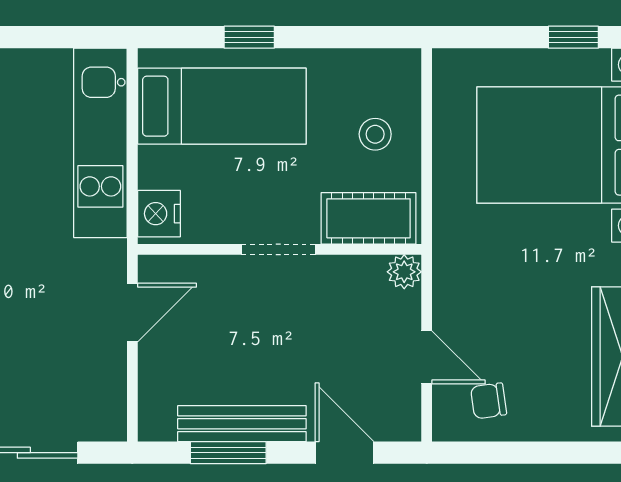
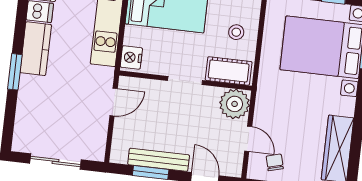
plant: (404, 272) -> (235, 104), width x1.88, depth x1.88
chair: (489, 401) -> (275, 162), turned 83

